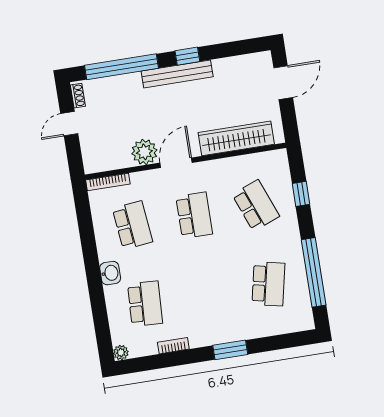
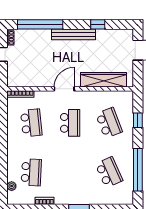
window: (187, 56) -> (98, 24), moved
plant: (144, 152) -> (46, 79), removed
washbasin: (110, 273) -> (13, 150), removed
school desk: (268, 284) -> (109, 172), turned -36
plant: (121, 353) -> (12, 186), moved

